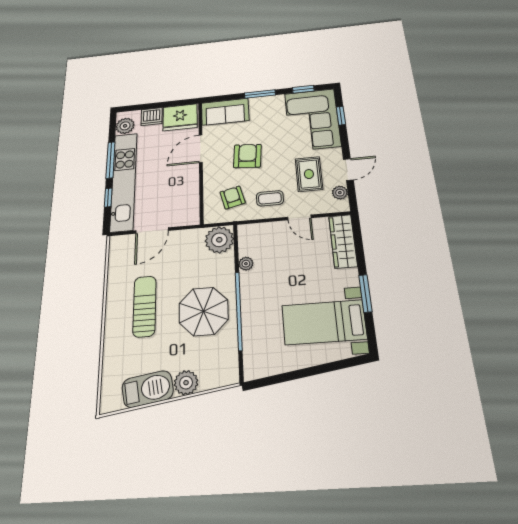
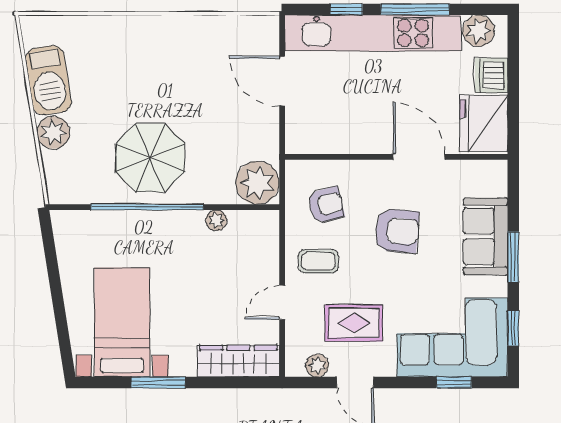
sofa: (225, 112) -> (485, 236), moved
coffee table: (270, 198) -> (318, 261), turned 90
sun lounger: (144, 306) -> (164, 73), removed

